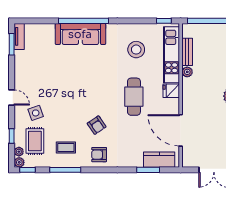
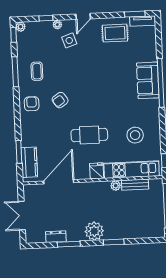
sofa: (80, 34) -> (148, 80), width x0.73
rug: (35, 141) -> (115, 33), moved
plant: (19, 152) -> (57, 25), moved

